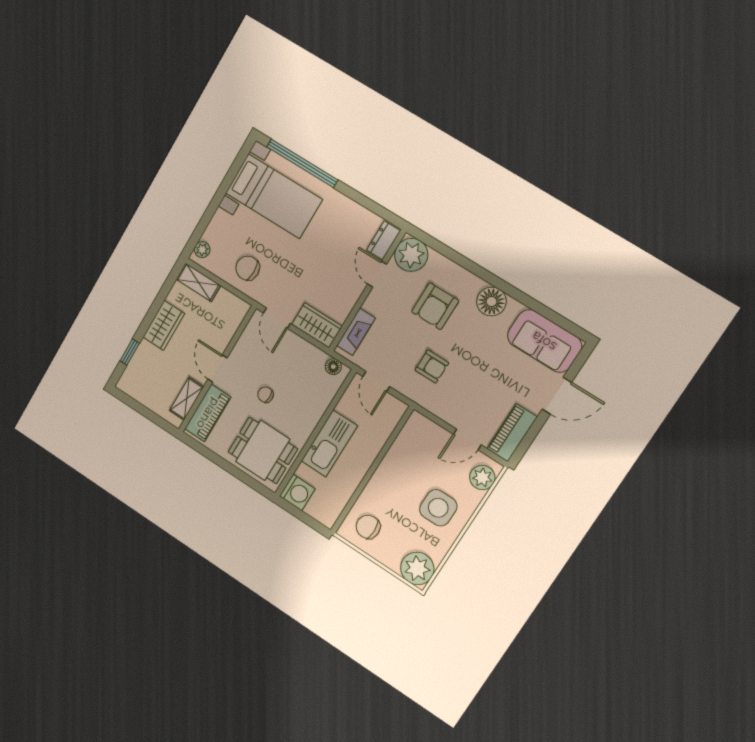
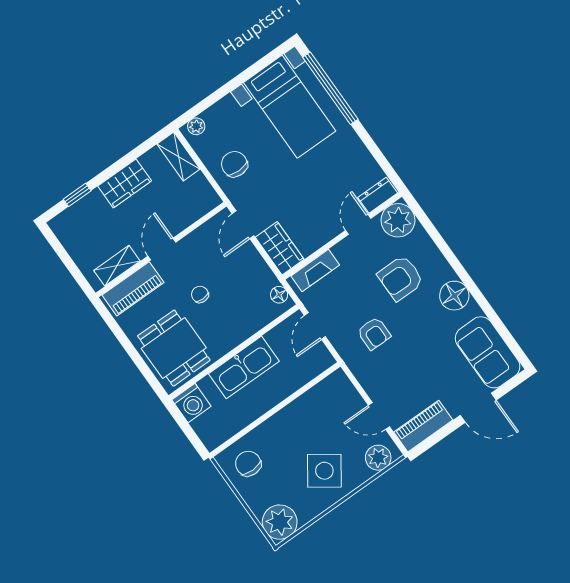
side table: (438, 508) -> (324, 471), turned 35

